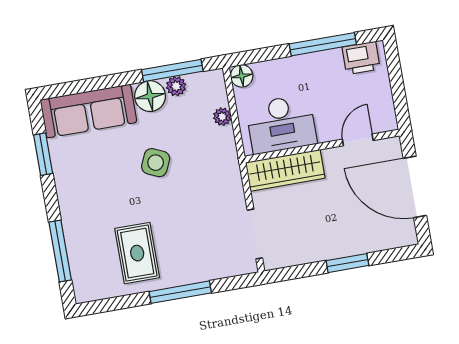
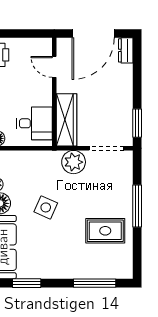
plant: (222, 117) -> (74, 162), moved, width x1.88, depth x1.88
desk: (281, 124) -> (34, 123), width x0.73
dresser: (399, 237) -> (126, 50), added
window: (347, 263) -> (137, 123), moved

